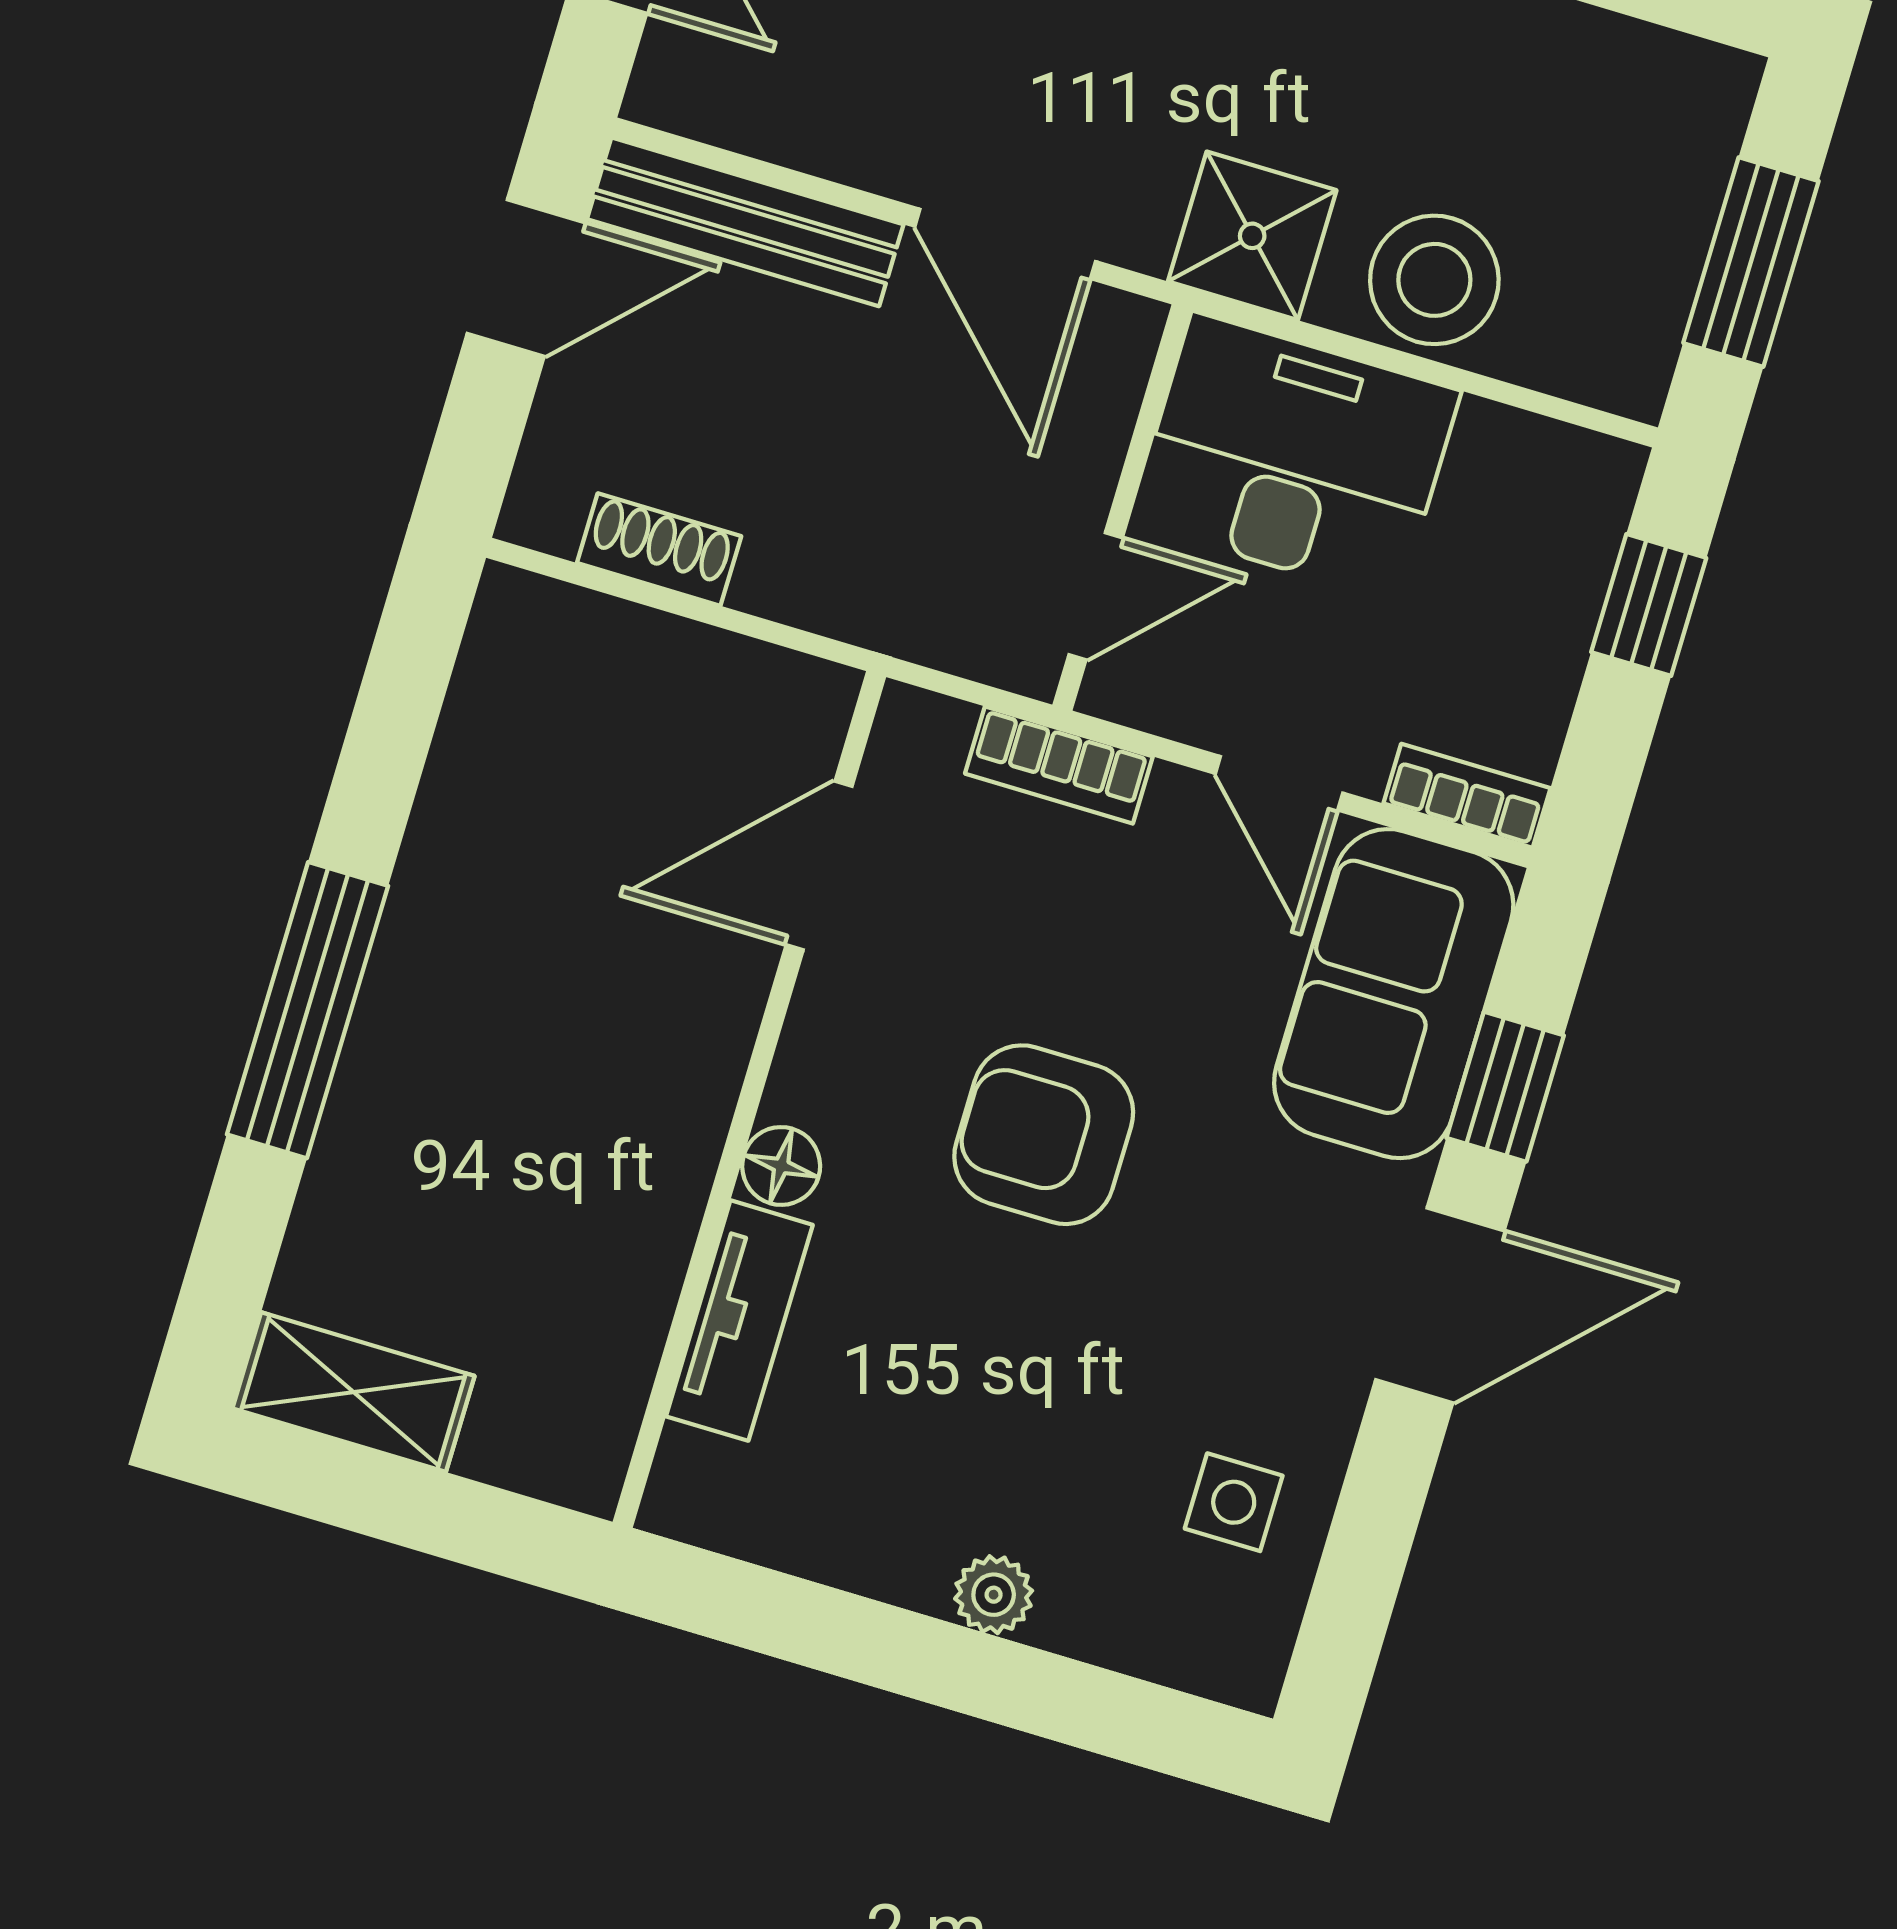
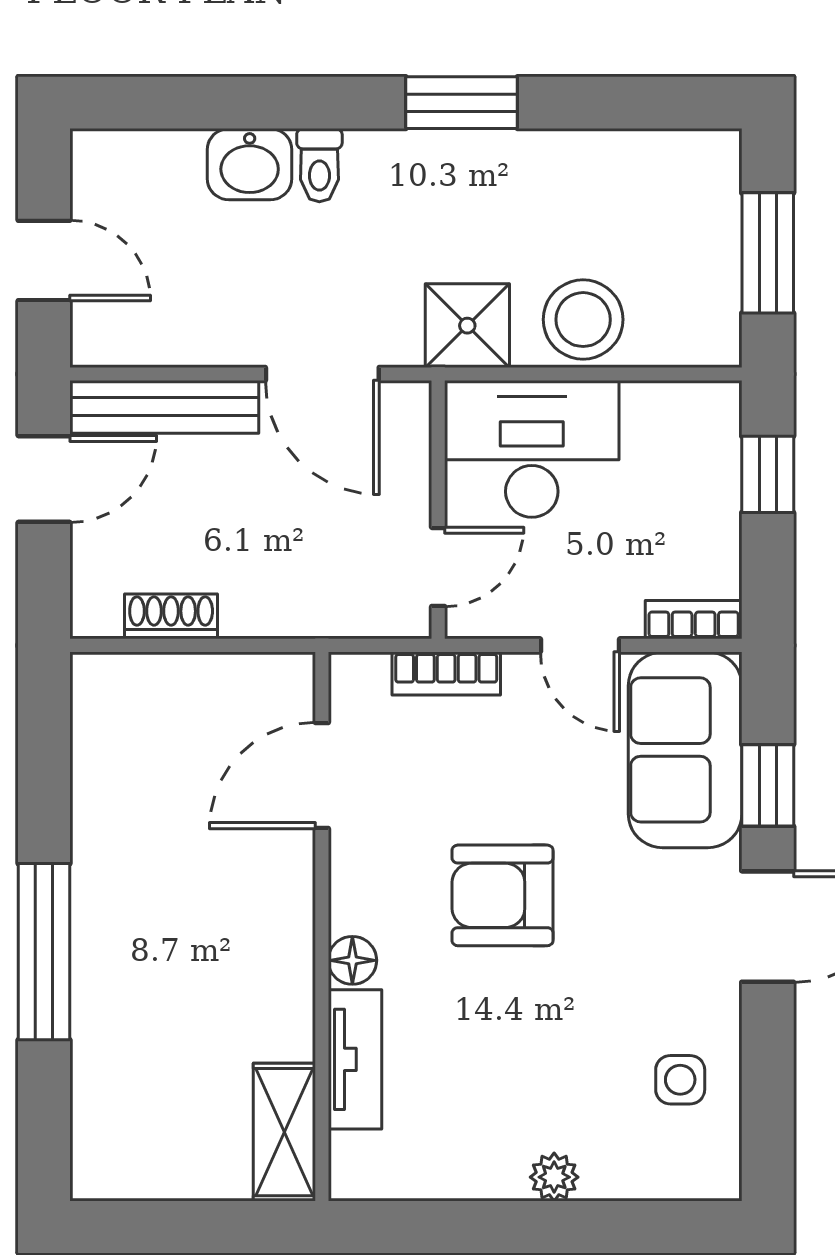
shelving: (353, 1392) -> (284, 1132), moved, turned 90

